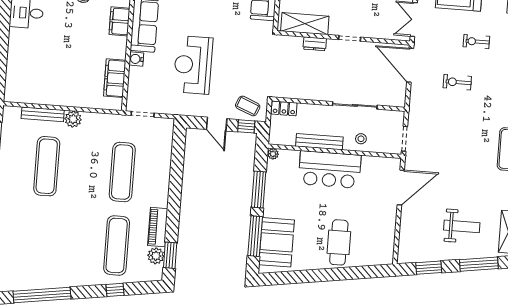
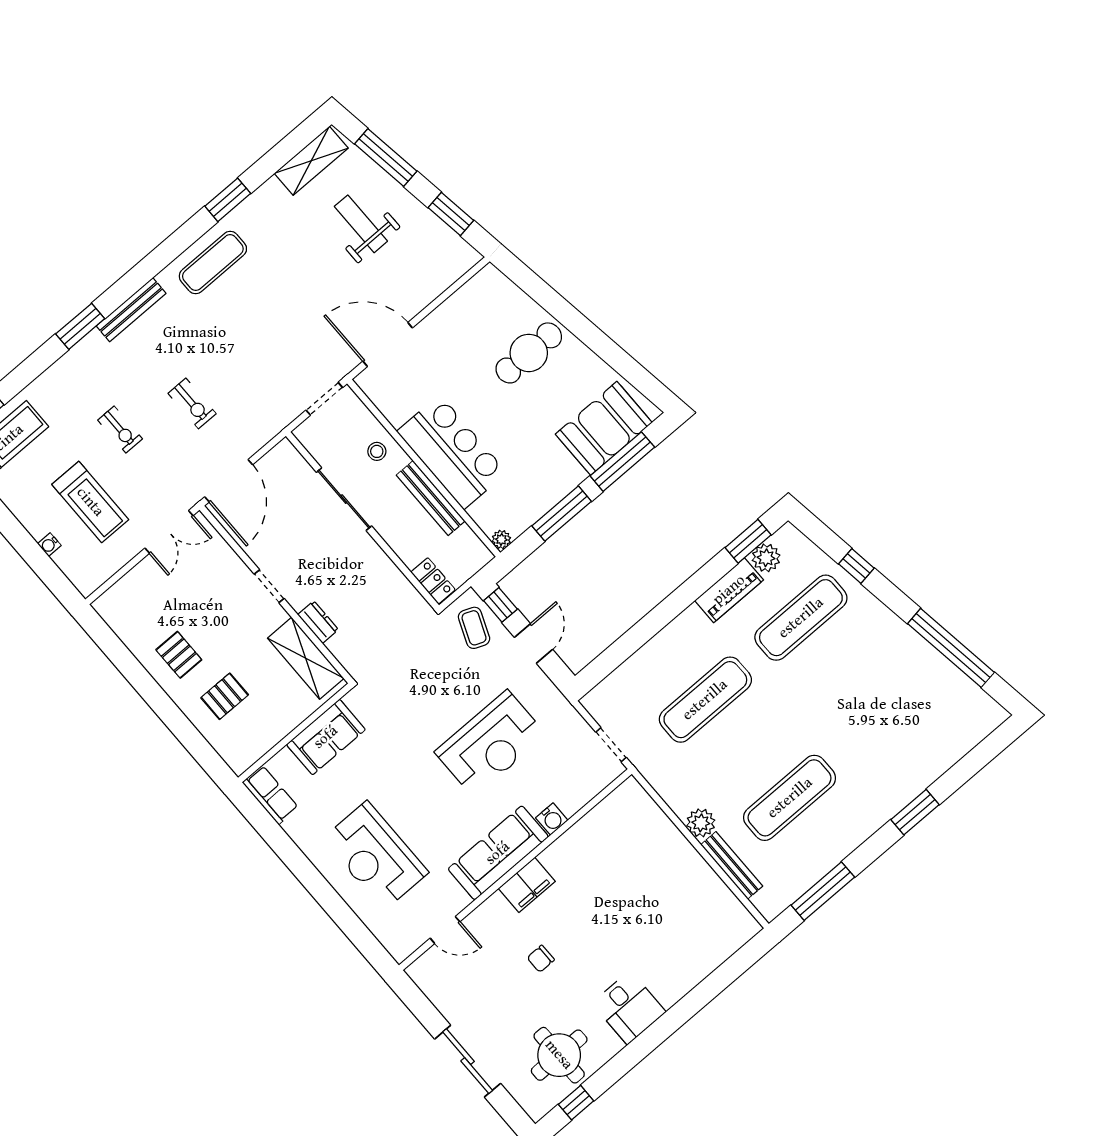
filing cabinet: (115, 78) -> (601, 822), removed

